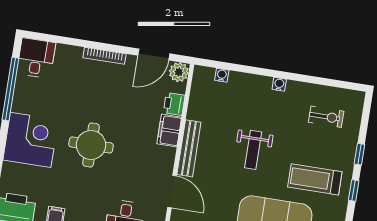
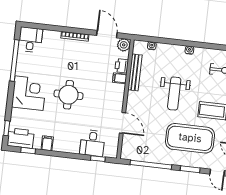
door: (154, 55) -> (107, 34), swing flipped
filing cabinet: (169, 130) -> (120, 78), width x0.50
bench: (189, 148) -> (135, 72), moved
weight bench: (253, 150) -> (174, 94), width x1.36, depth x1.33

